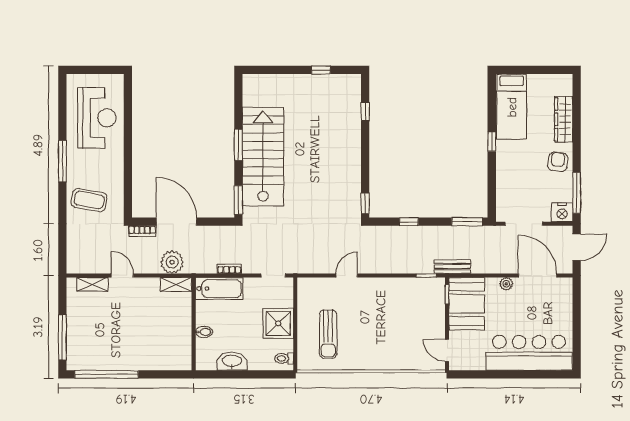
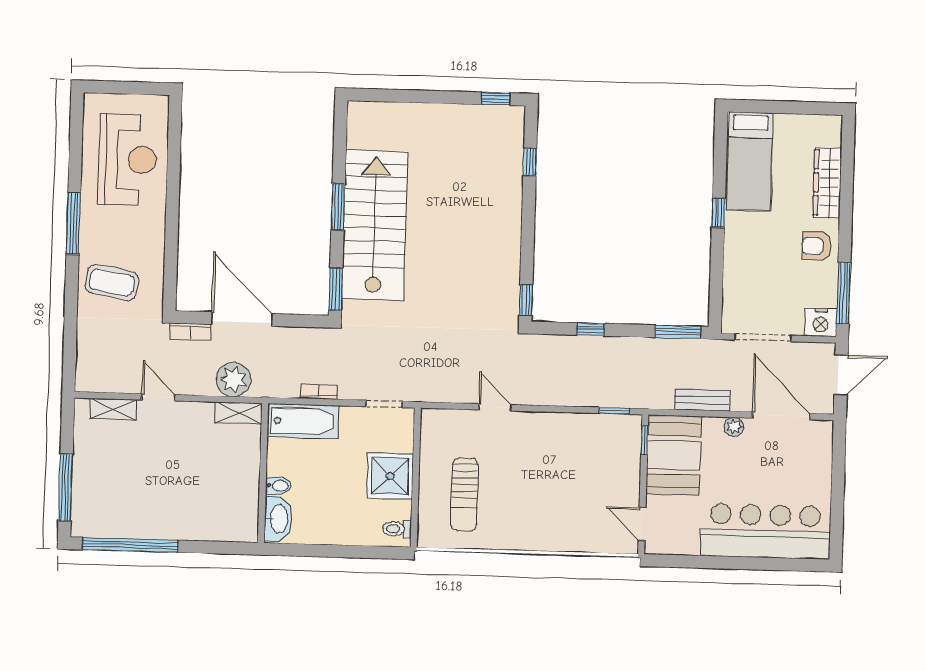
window: (321, 70) -> (496, 99), moved
armchair: (558, 162) -> (817, 246), turned -97
bench: (452, 267) -> (703, 400), moved
door: (347, 275) -> (495, 407), hinge flipped
washbasin: (232, 361) -> (278, 519), moved, turned 90

